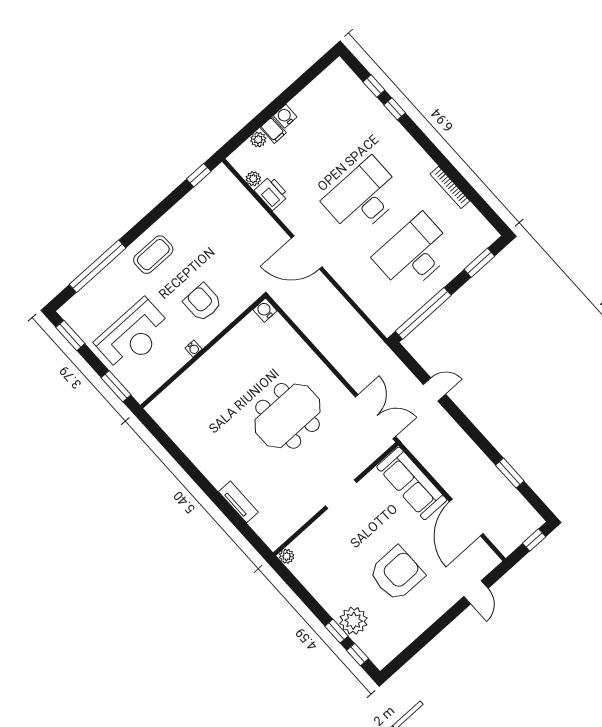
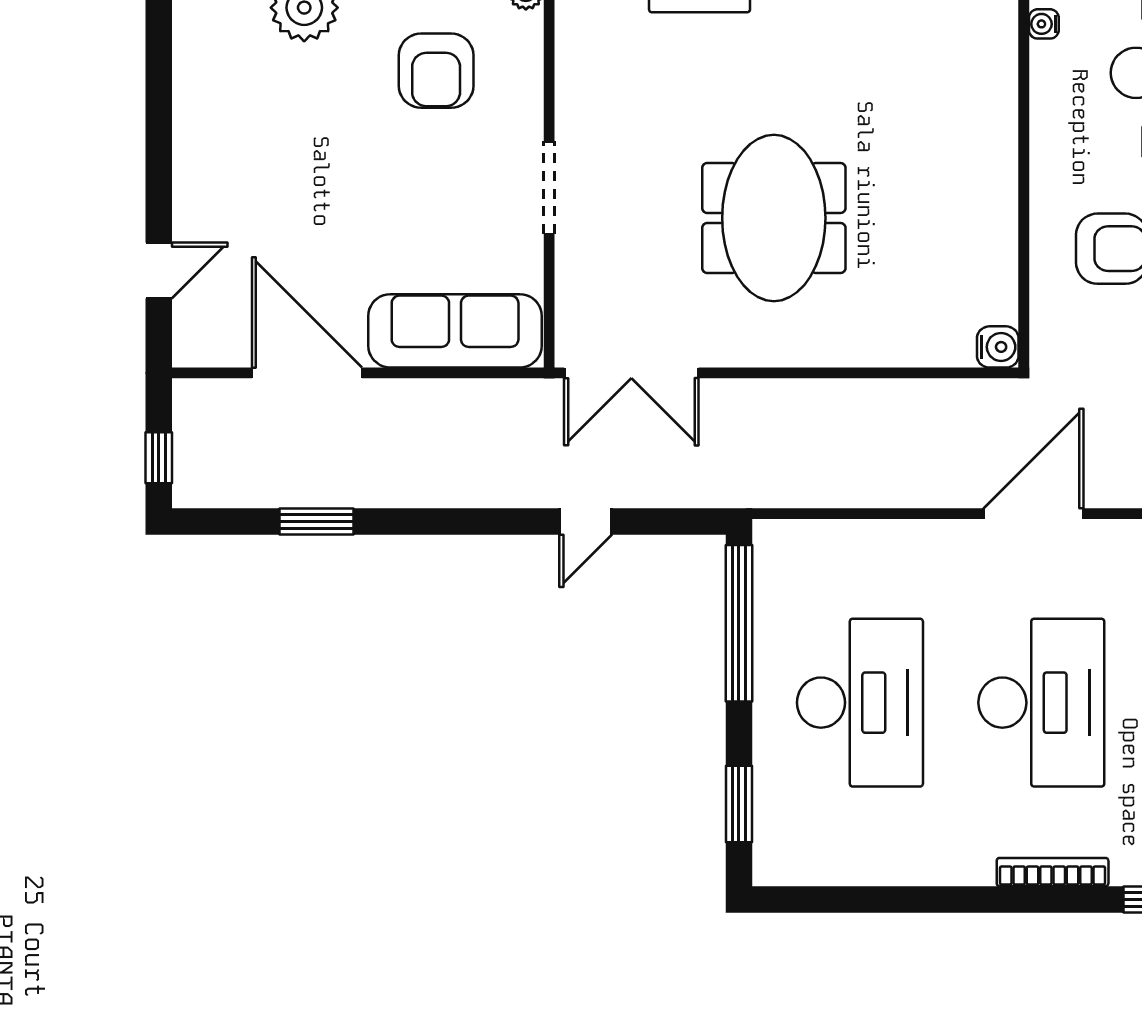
bookcase: (450, 187) -> (1053, 872), moved
water cooler: (194, 349) -> (1044, 24), moved
armchair: (397, 574) -> (436, 71), moved, width x0.73, depth x0.73
door: (476, 592) -> (159, 270), swing flipped

